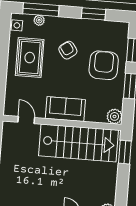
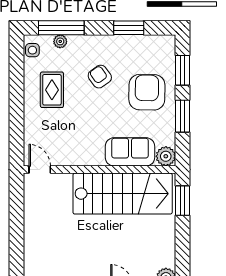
rug: (30, 58) -> (52, 90), width x0.73, depth x0.70
sofa: (65, 109) -> (130, 152), moved
door: (26, 120) -> (40, 170), moved

